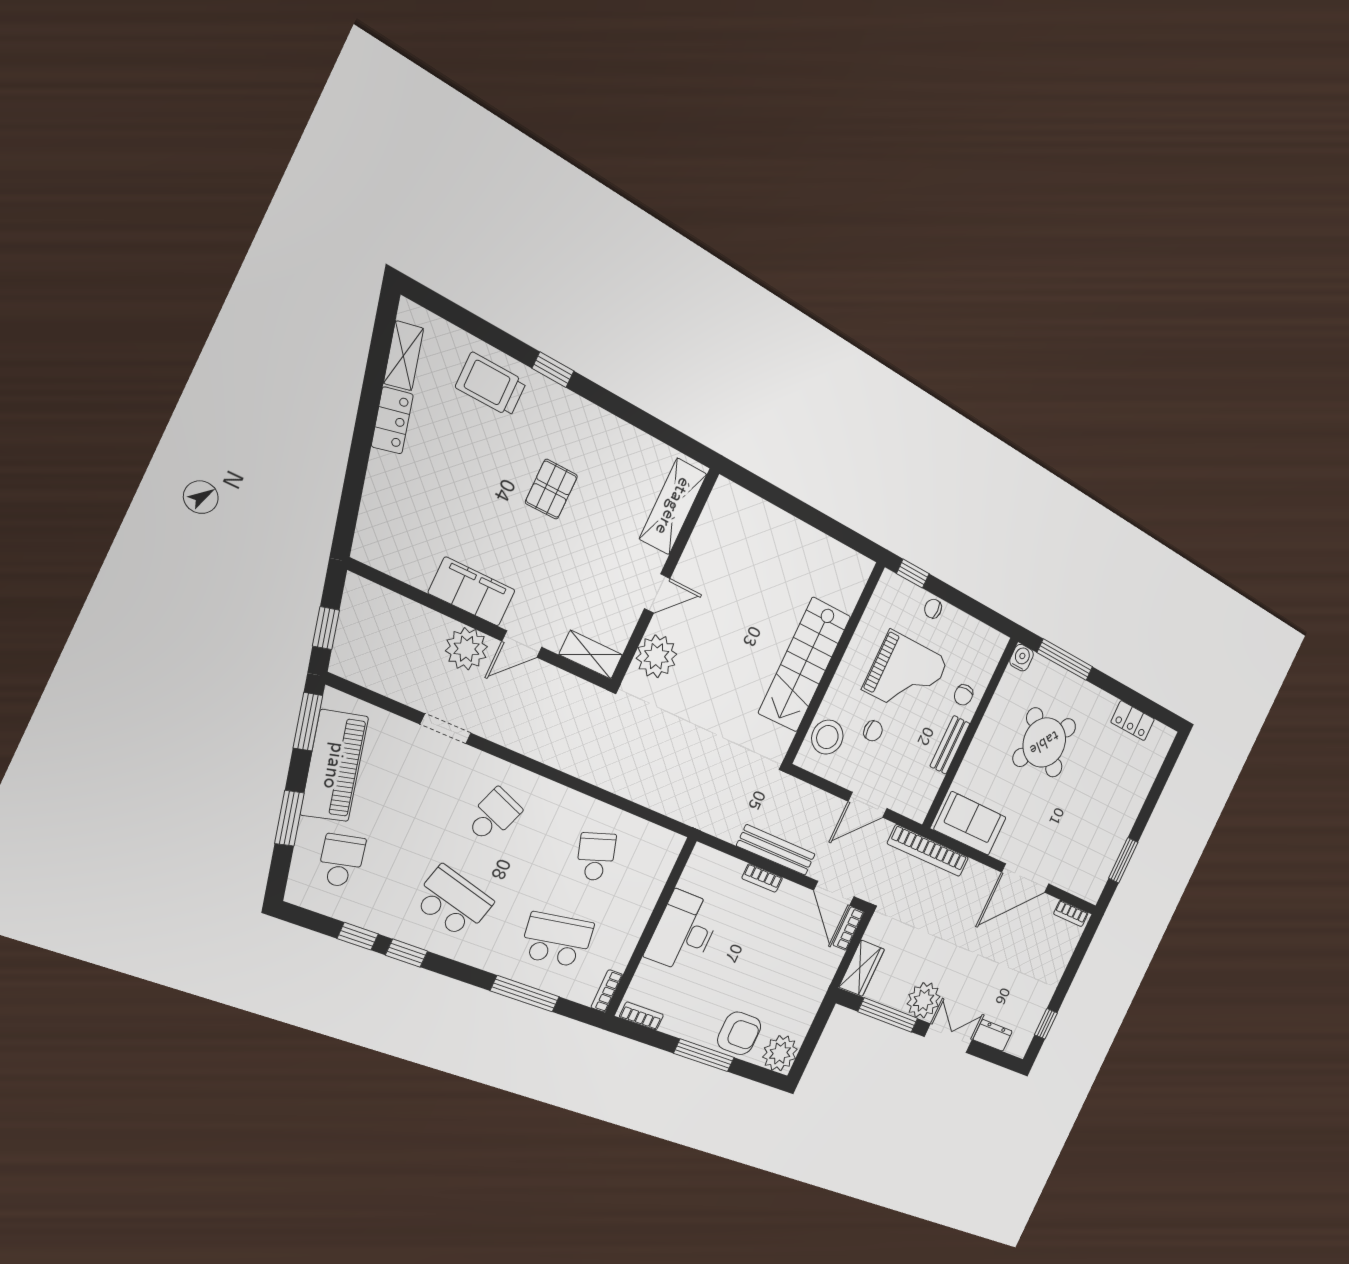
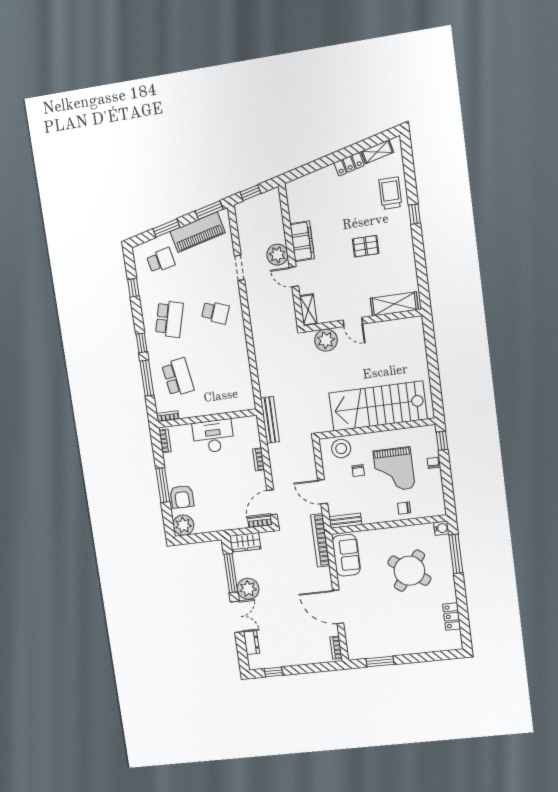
stairs: (805, 665) -> (378, 406), width x1.36, depth x1.51
bench: (950, 745) -> (345, 521), moved
bench: (776, 850) -> (270, 420), moved
school desk: (596, 857) -> (224, 371), removed
window: (407, 953) -> (142, 343), moved

